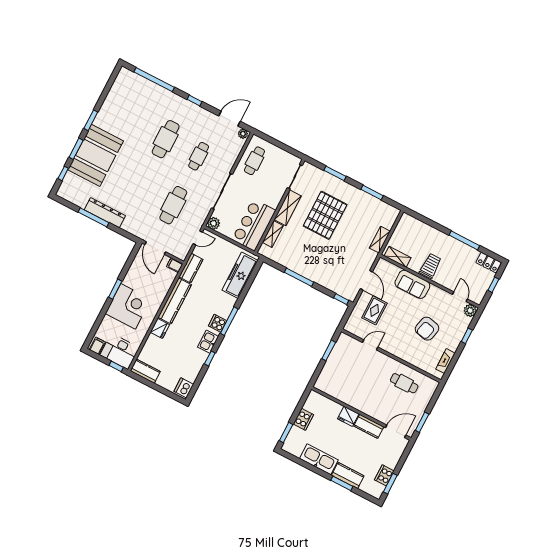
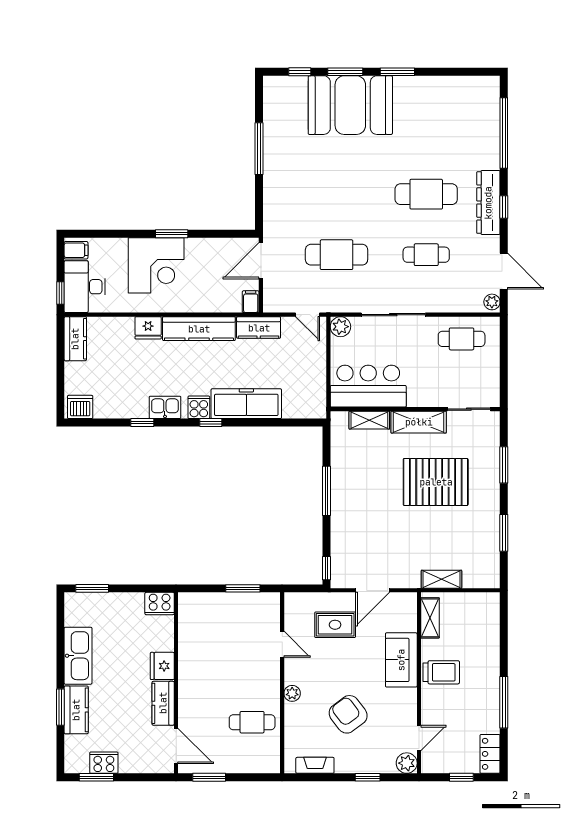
dresser: (105, 213) -> (488, 203), moved, turned 180
freezer: (240, 275) -> (246, 404), moved
window: (229, 321) -> (211, 423), width x0.46
armchair: (427, 329) -> (348, 714), turned 40
plant: (400, 353) -> (292, 693), added
cafe table: (404, 383) -> (252, 722), turned 90
cooker: (303, 419) -> (160, 604), moved

